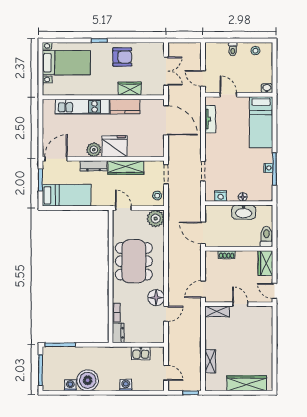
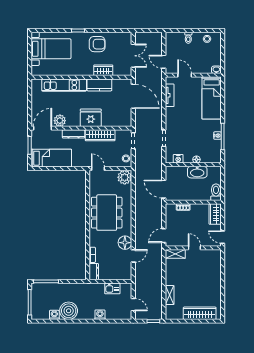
plant: (94, 150) -> (60, 121), moved

